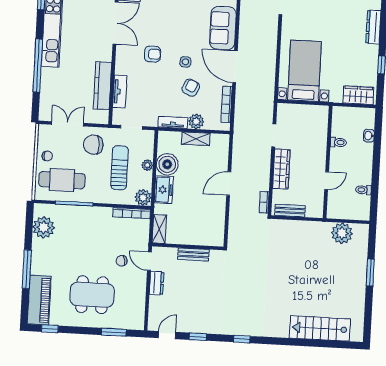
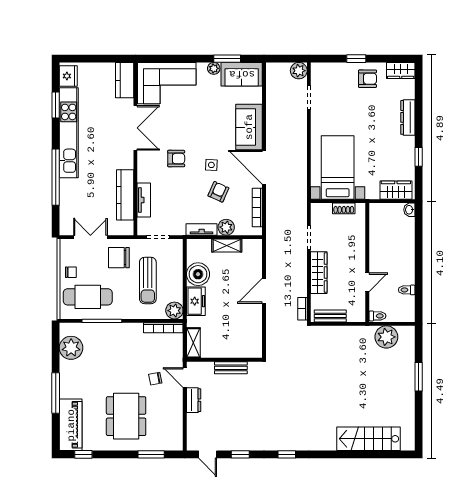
shoe rack: (308, 110) -> (344, 208), added
washbasin: (369, 136) -> (409, 210), moved
toilet: (338, 142) -> (377, 316), moved
plant: (147, 165) -> (177, 276), removed
sun lounger: (119, 168) -> (148, 280), turned 180
dining table: (92, 295) -> (126, 416), turned 90
door: (167, 335) -> (208, 454), swing flipped

